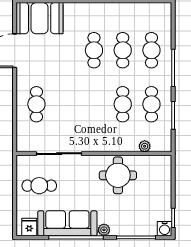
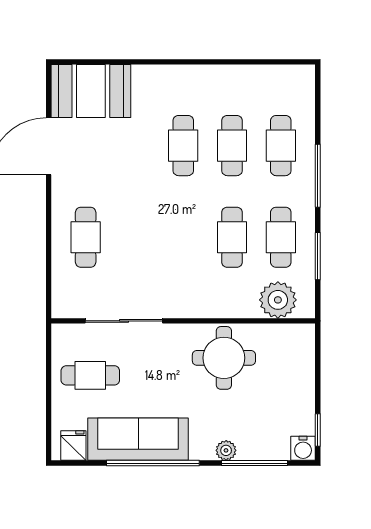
plant: (145, 146) -> (278, 300), width x1.88, depth x1.88
plant: (104, 230) -> (226, 450), moved

